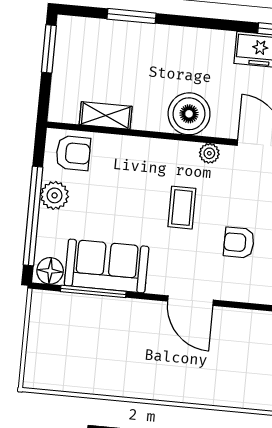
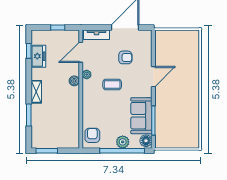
boiler: (189, 114) -> (74, 81), width x0.54, depth x0.54
shelving: (106, 115) -> (36, 92), moved
plant: (55, 195) -> (123, 142), moved
armchair: (239, 243) -> (125, 57), turned -90

